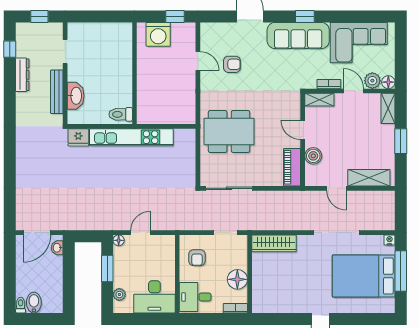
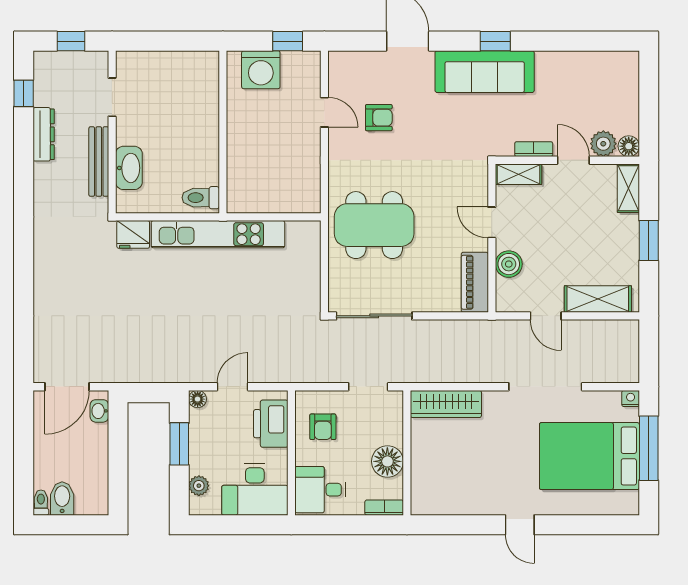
corner sofa: (359, 43) -> (582, 83), removed
printer: (164, 256) -> (271, 424), added

